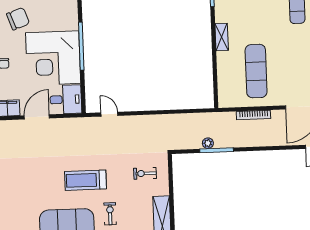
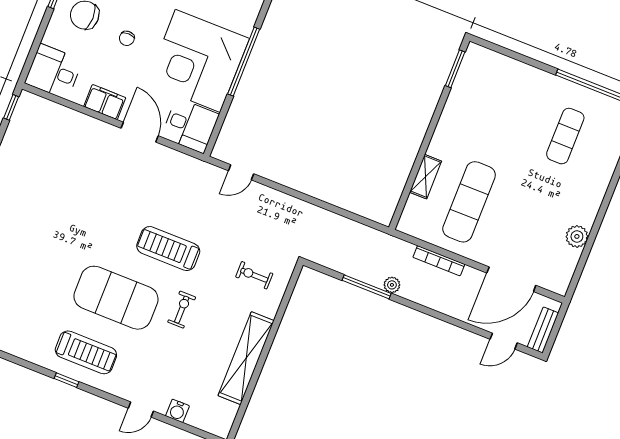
shelving: (222, 37) -> (426, 177), moved
door: (109, 114) -> (241, 172), swing flipped
door: (37, 117) -> (140, 132), hinge flipped
plant: (208, 143) -> (392, 285), moved

